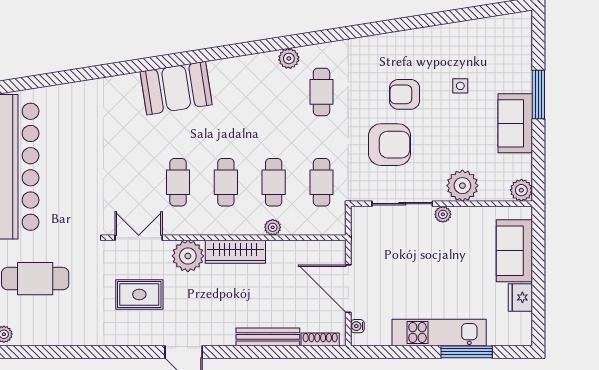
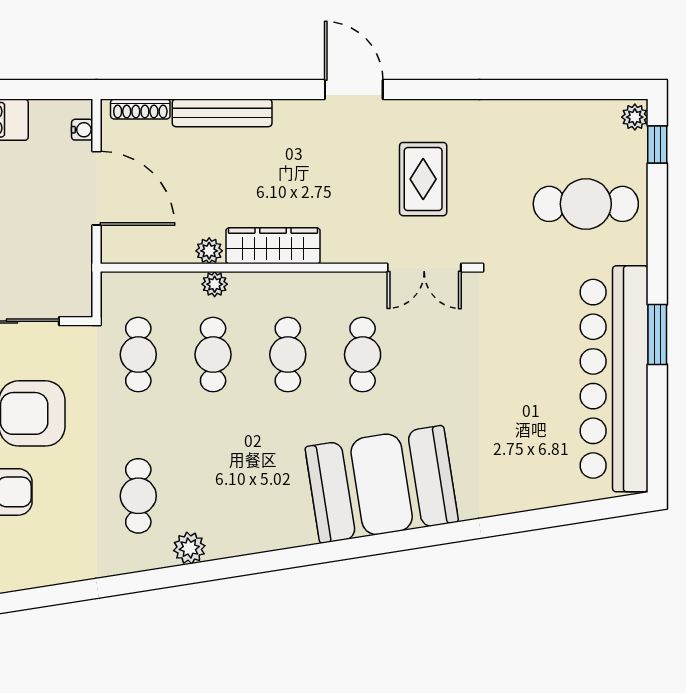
booth: (176, 88) -> (382, 484), width x1.36, depth x1.42
plant: (188, 256) -> (209, 251), moved, width x0.53, depth x0.53
rug: (139, 295) -> (423, 179), turned 90

